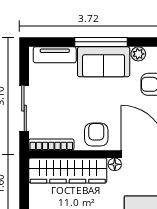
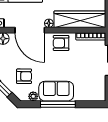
tv unit: (55, 55) -> (89, 96), removed
armchair: (96, 135) -> (61, 43), turned 90

